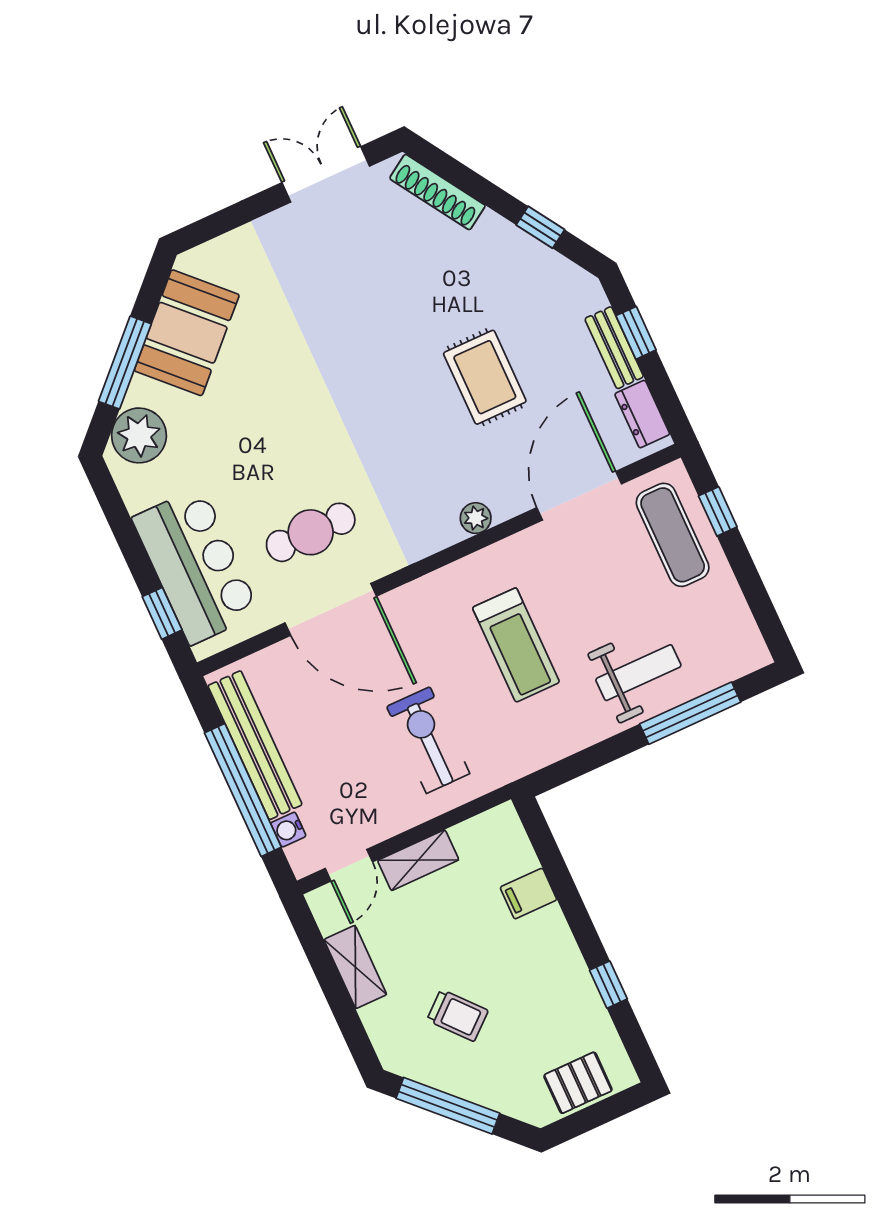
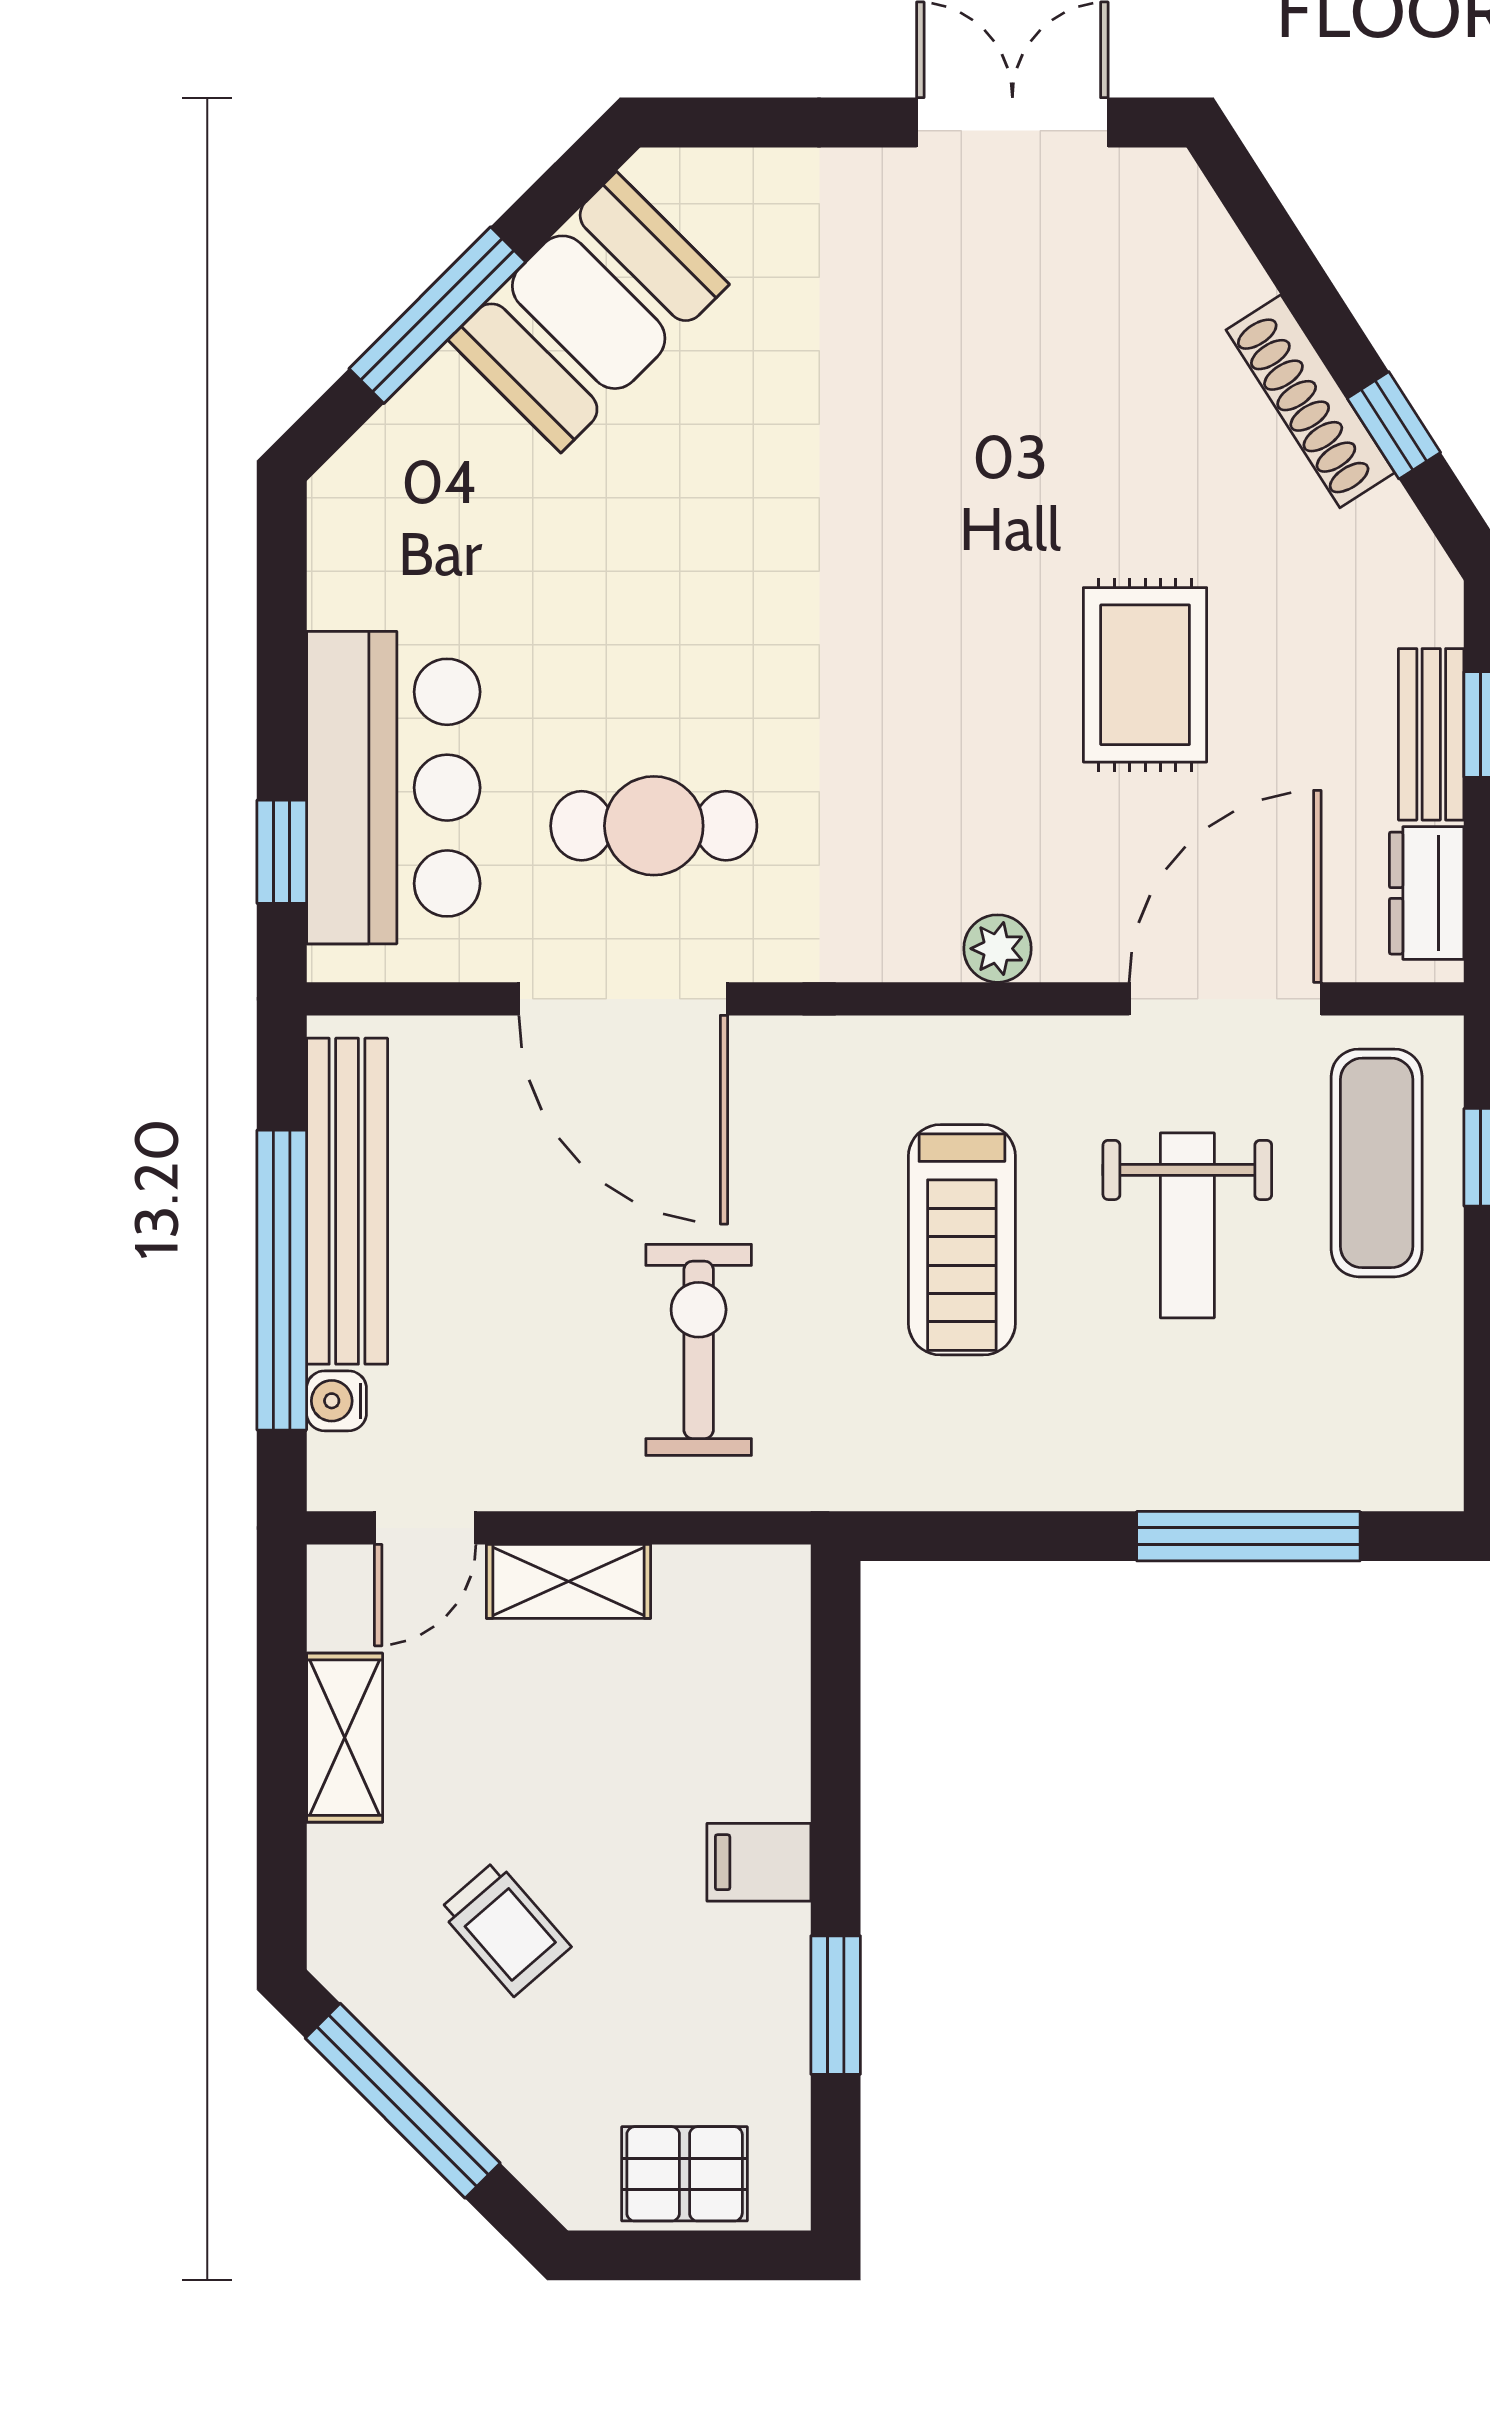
shoe rack: (437, 192) -> (1310, 401), moved
plant: (139, 435) -> (399, 474), removed
weight bench: (638, 673) -> (1187, 1225), moved, turned 90
filing cabinet: (528, 894) -> (759, 1862), moved
window: (608, 985) -> (836, 2005), width x1.50

